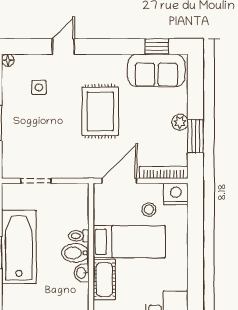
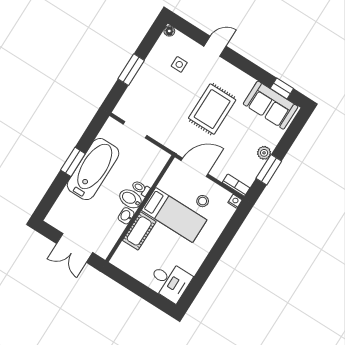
bookcase: (164, 172) -> (236, 185), width x0.64
nightstand: (176, 194) -> (235, 201), width x0.53, depth x0.56

